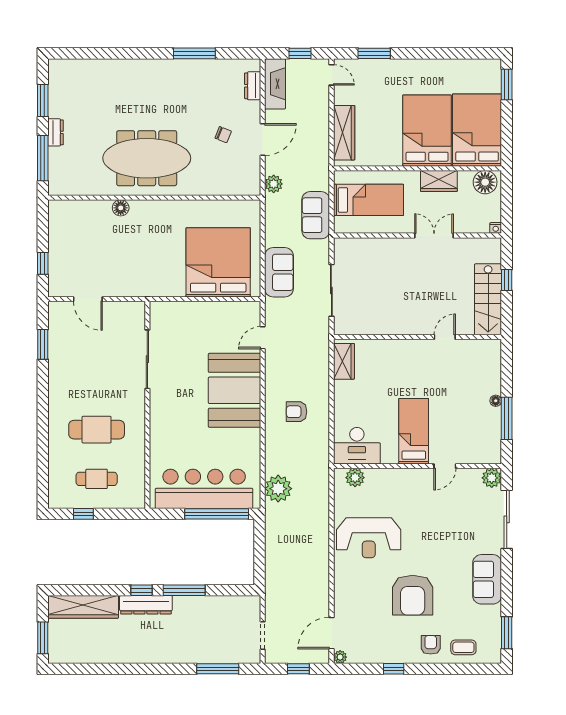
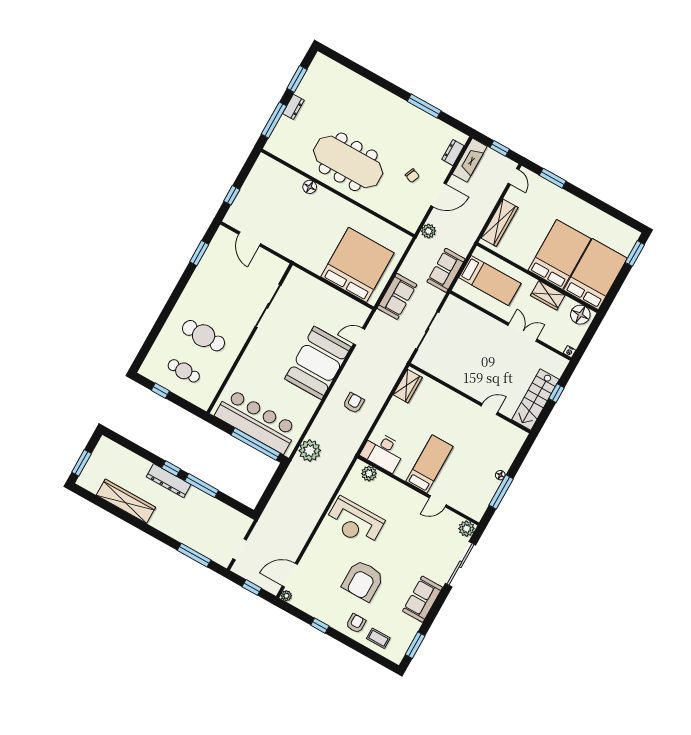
armchair: (296, 412) -> (354, 403), turned 90
wardrobe: (83, 607) -> (126, 501), moved, turned 180

